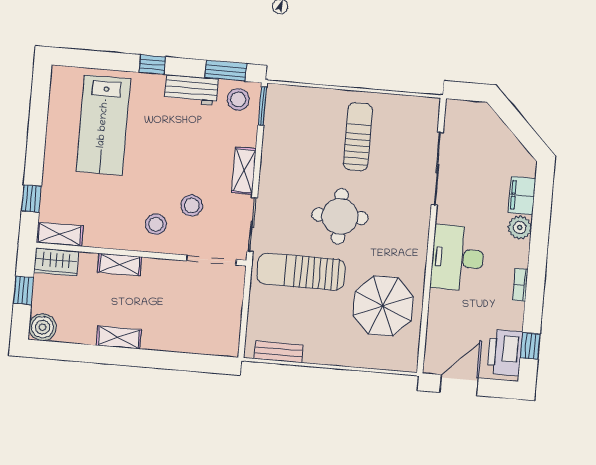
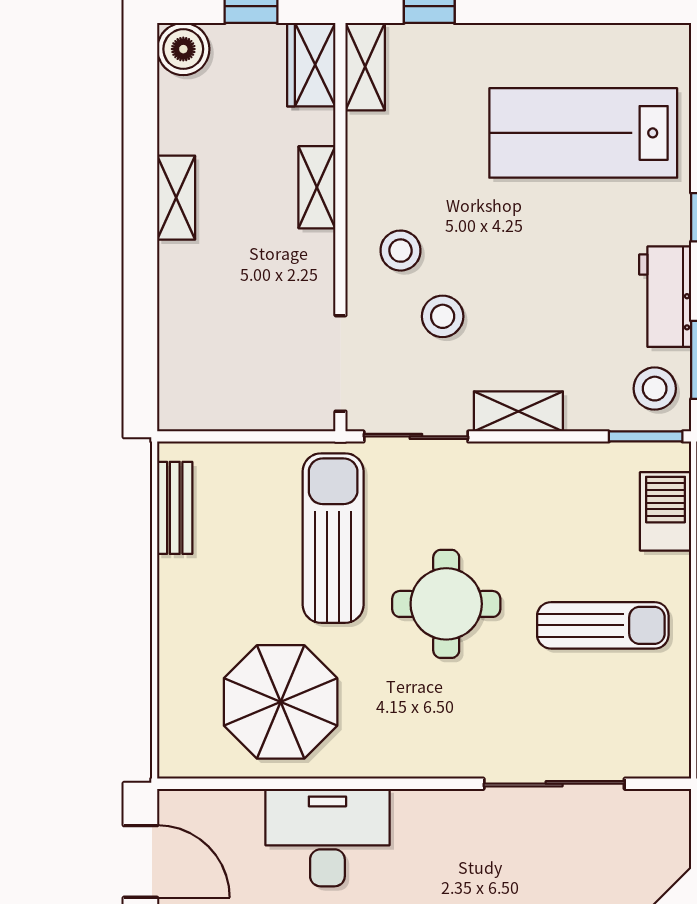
barbecue: (302, 99) -> (666, 511), added
desk: (458, 258) -> (327, 838), moved

